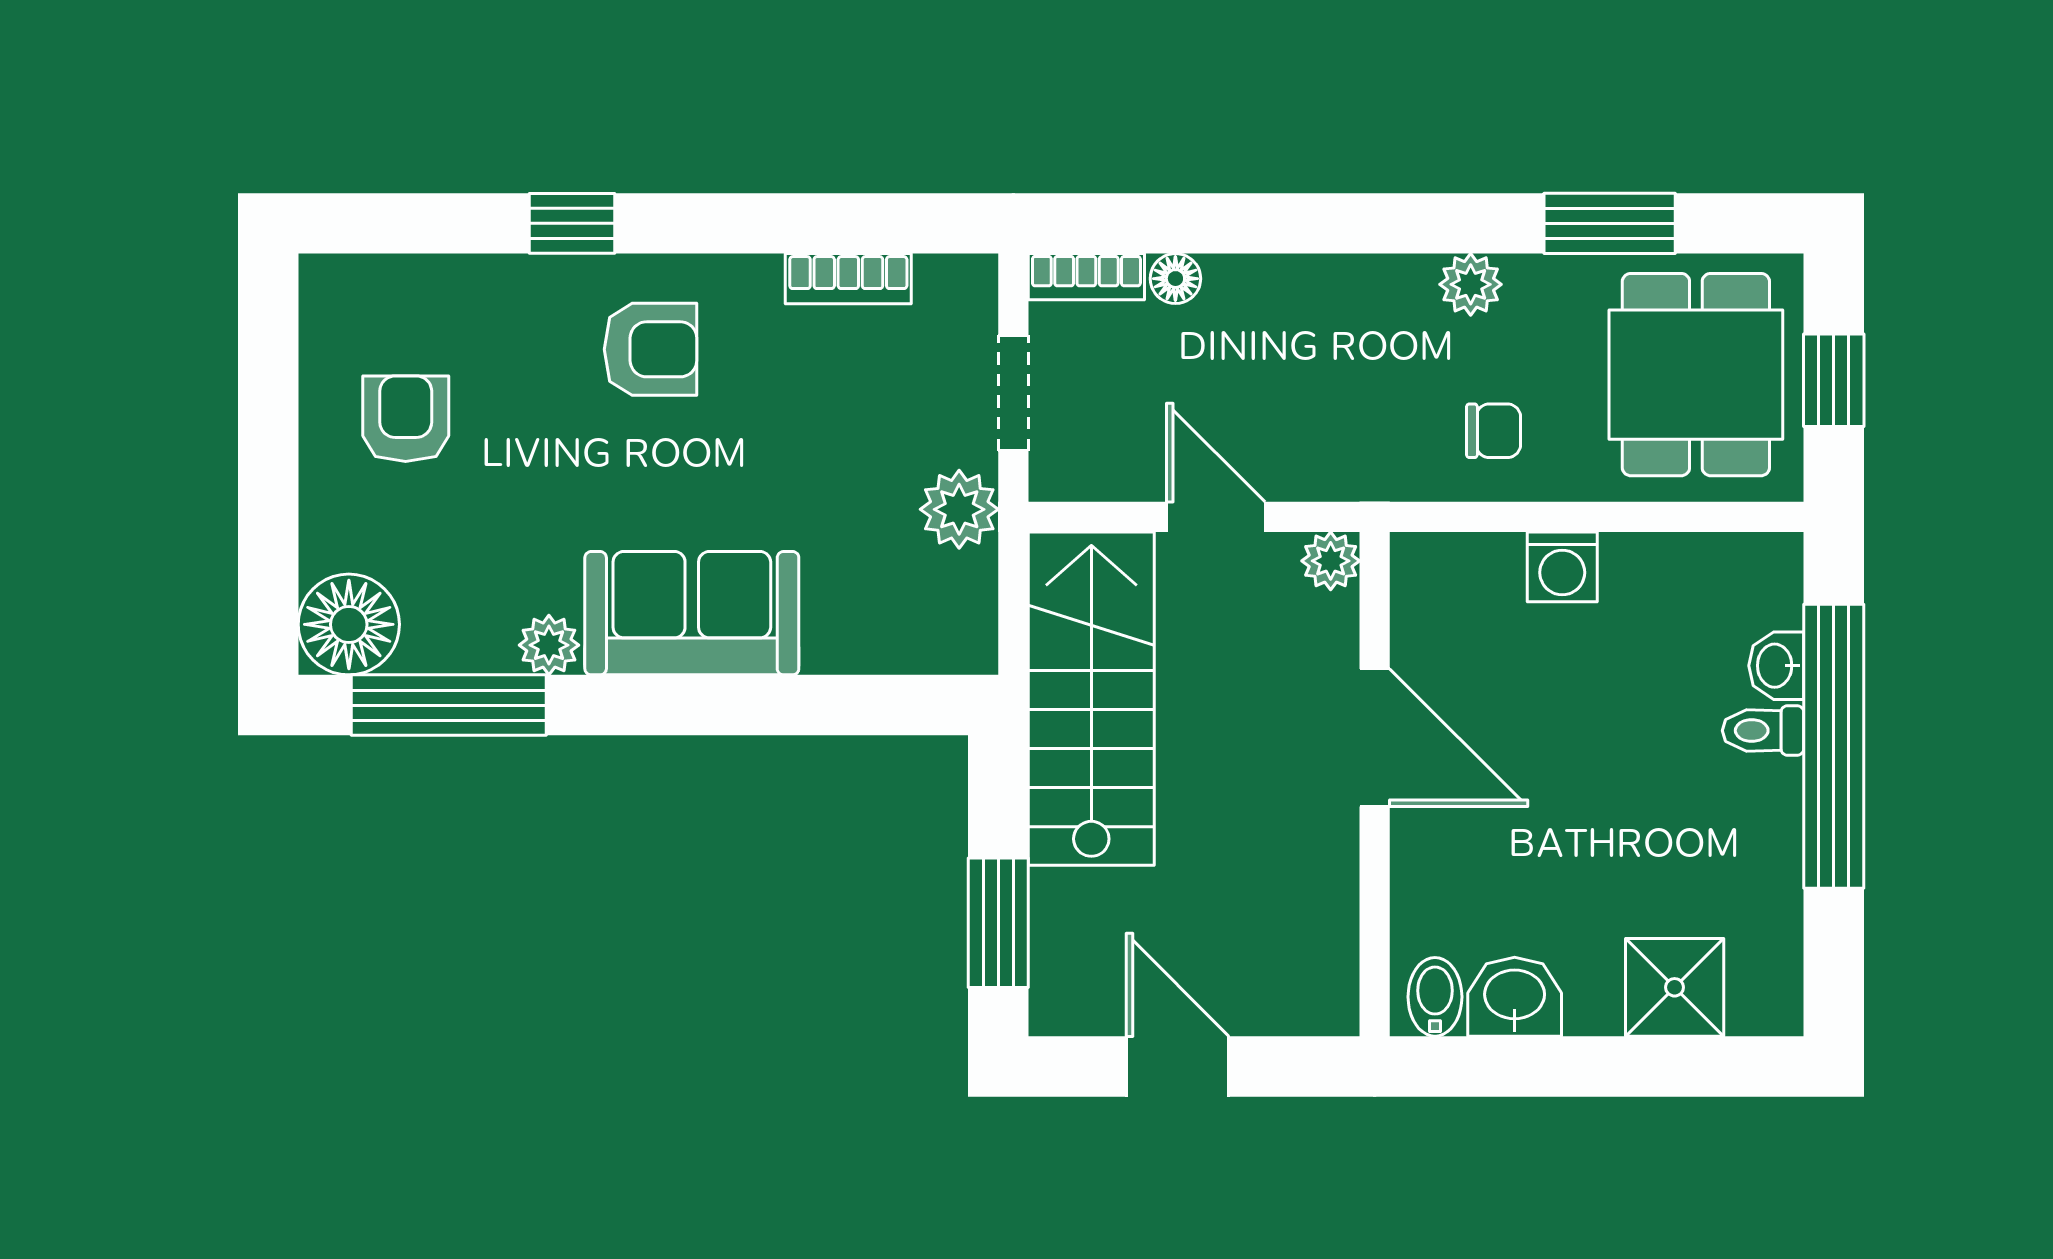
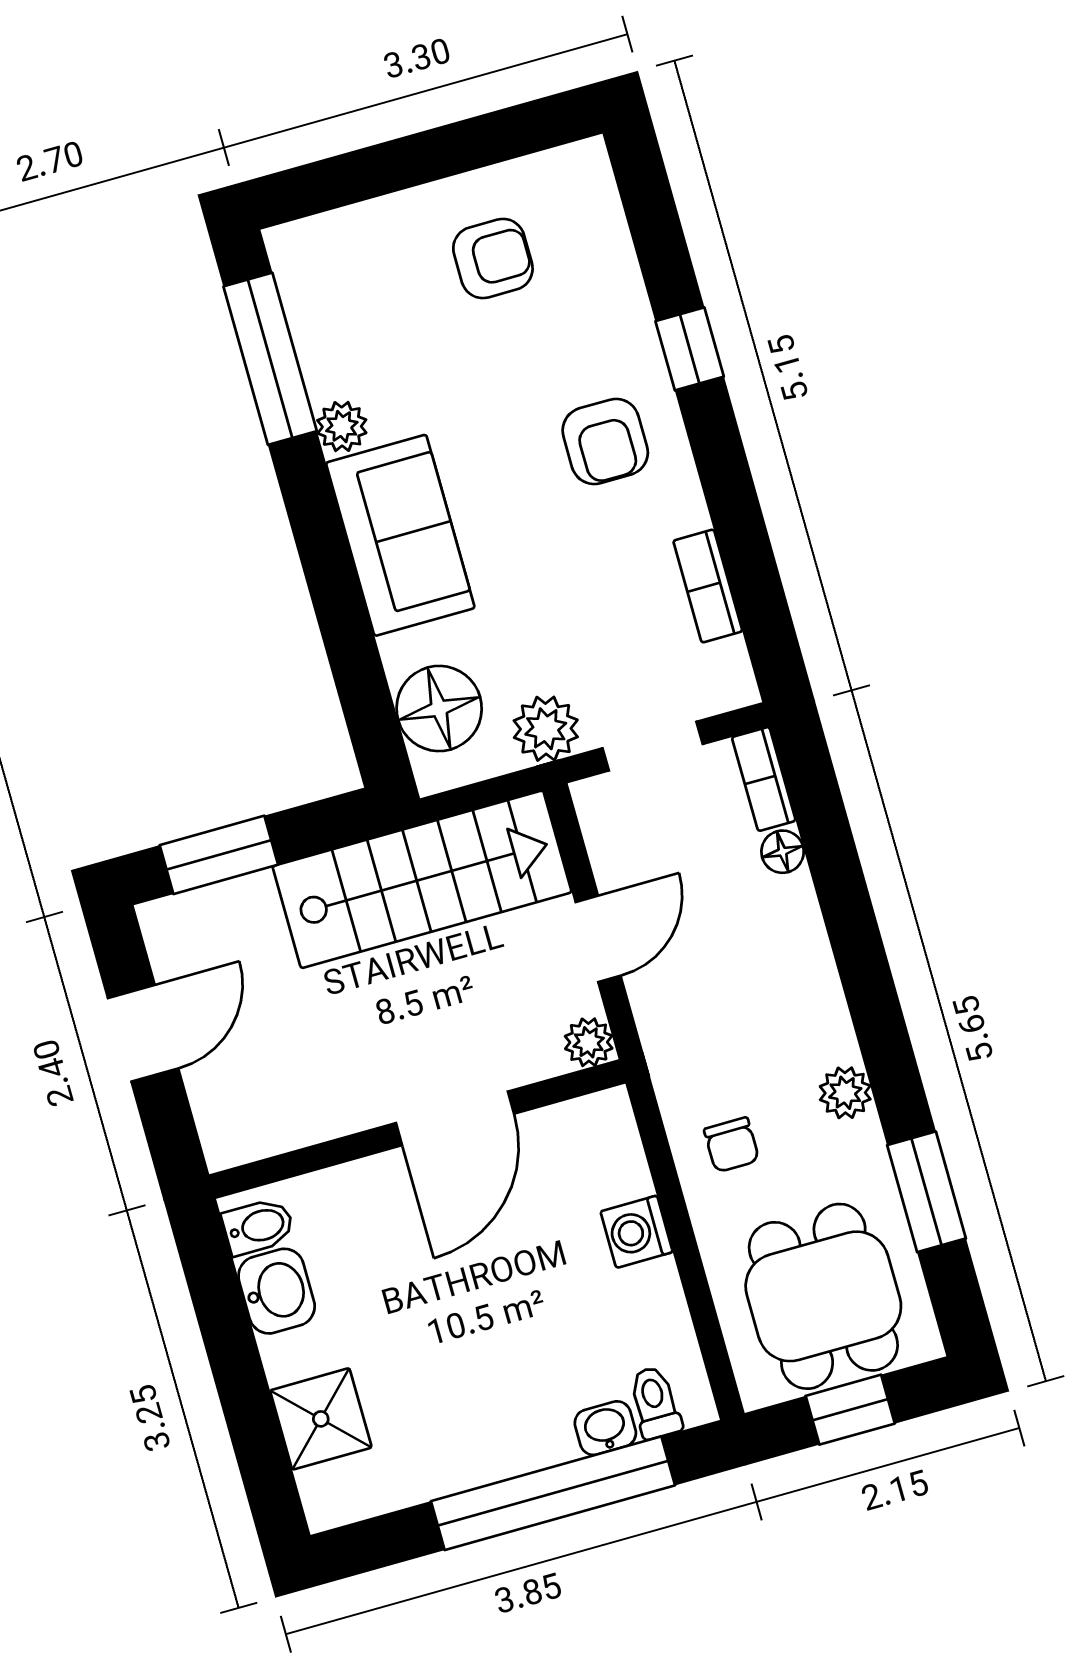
dining table: (1696, 375) -> (823, 1296), turned 90
floor lamp: (349, 624) -> (439, 708), moved
toilet: (1763, 731) -> (655, 1403), moved

